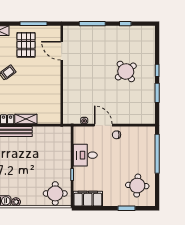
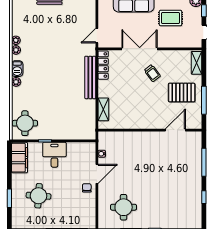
round table: (126, 71) -> (124, 207), moved, turned 37
shelving: (26, 119) -> (103, 109), moved
desk: (85, 155) -> (54, 155), moved
round table: (137, 186) -> (39, 196), moved

